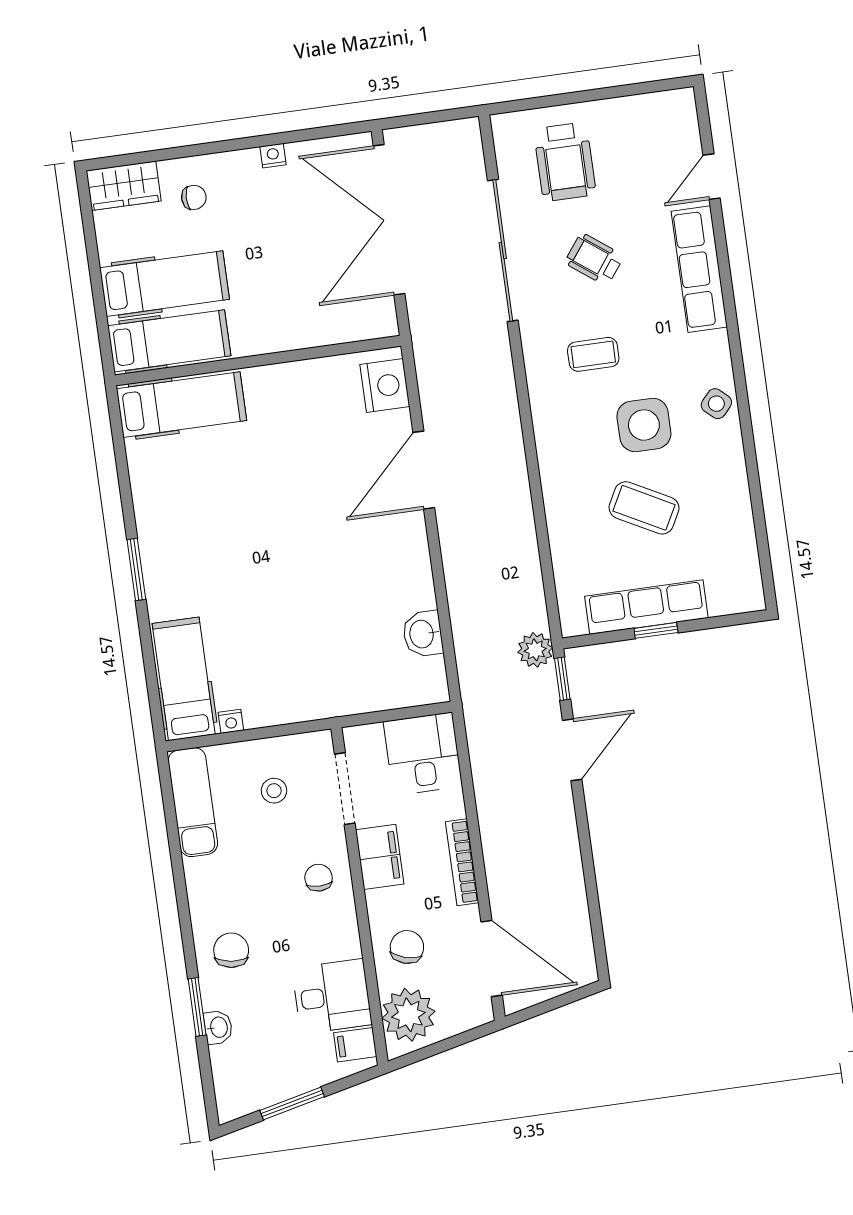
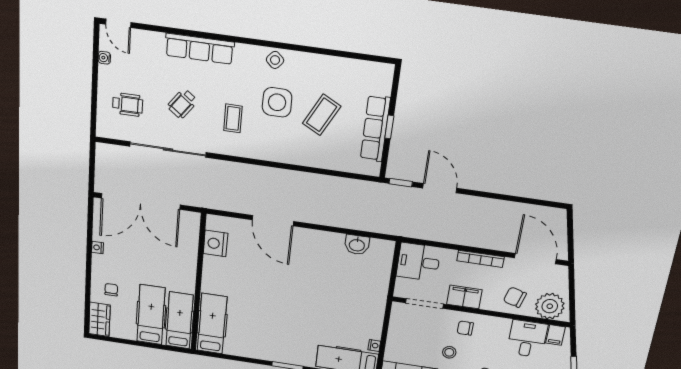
water cooler: (637, 105) -> (104, 58), added
wheelchair: (565, 162) -> (128, 104), width x0.73, depth x0.73
door: (712, 177) -> (118, 23), moved
nightstand: (385, 386) -> (215, 244), moved, turned -90
plant: (535, 650) -> (381, 192), removed
stool: (274, 791) -> (449, 352), moved
door: (492, 958) -> (535, 259), hinge flipped

